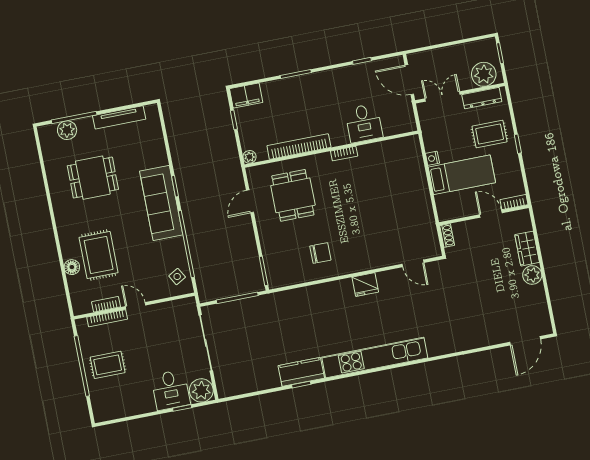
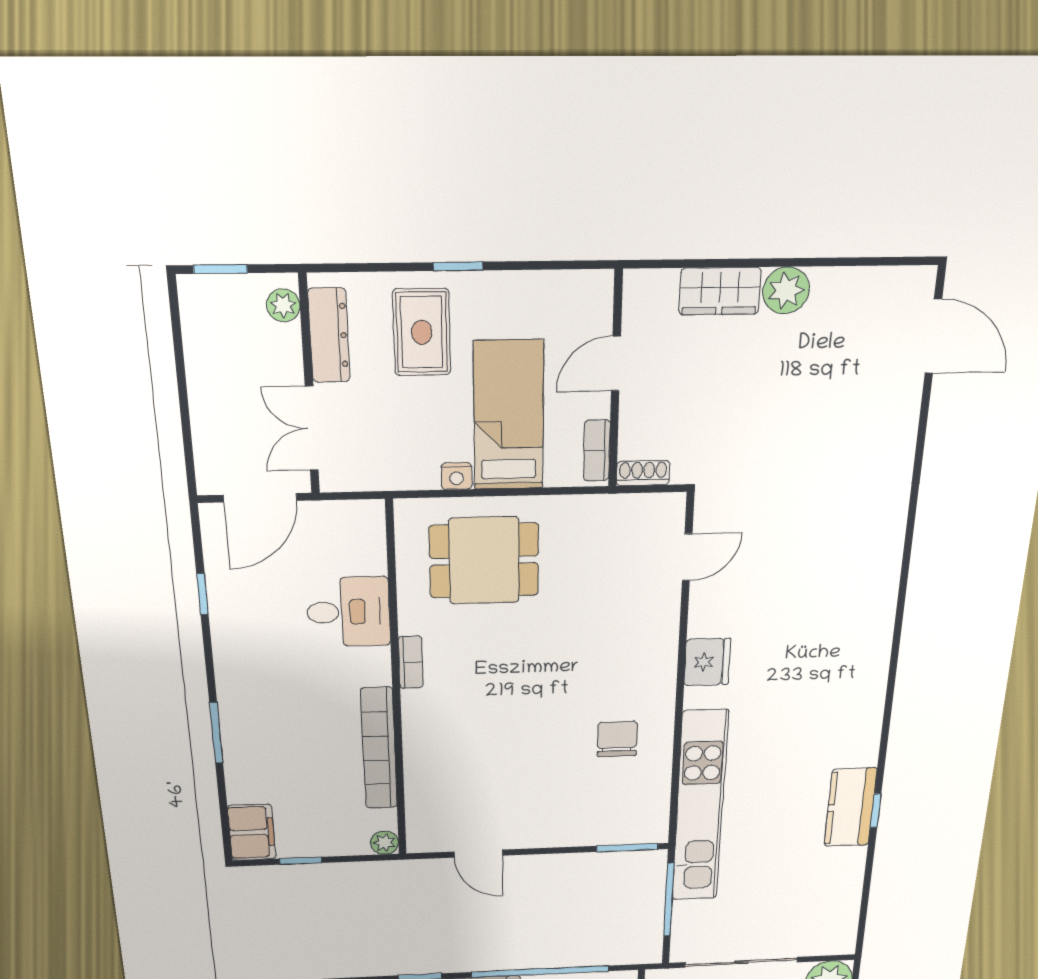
plant: (484, 74) -> (283, 305), width x0.53, depth x0.53
dining table: (293, 195) -> (484, 561), moved
bookcase: (514, 202) -> (597, 451), moved
kitchen unit: (375, 357) -> (700, 807), moved, turned 180

